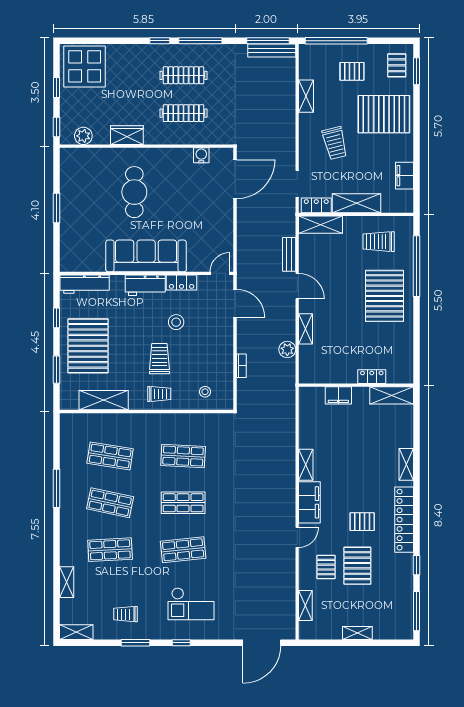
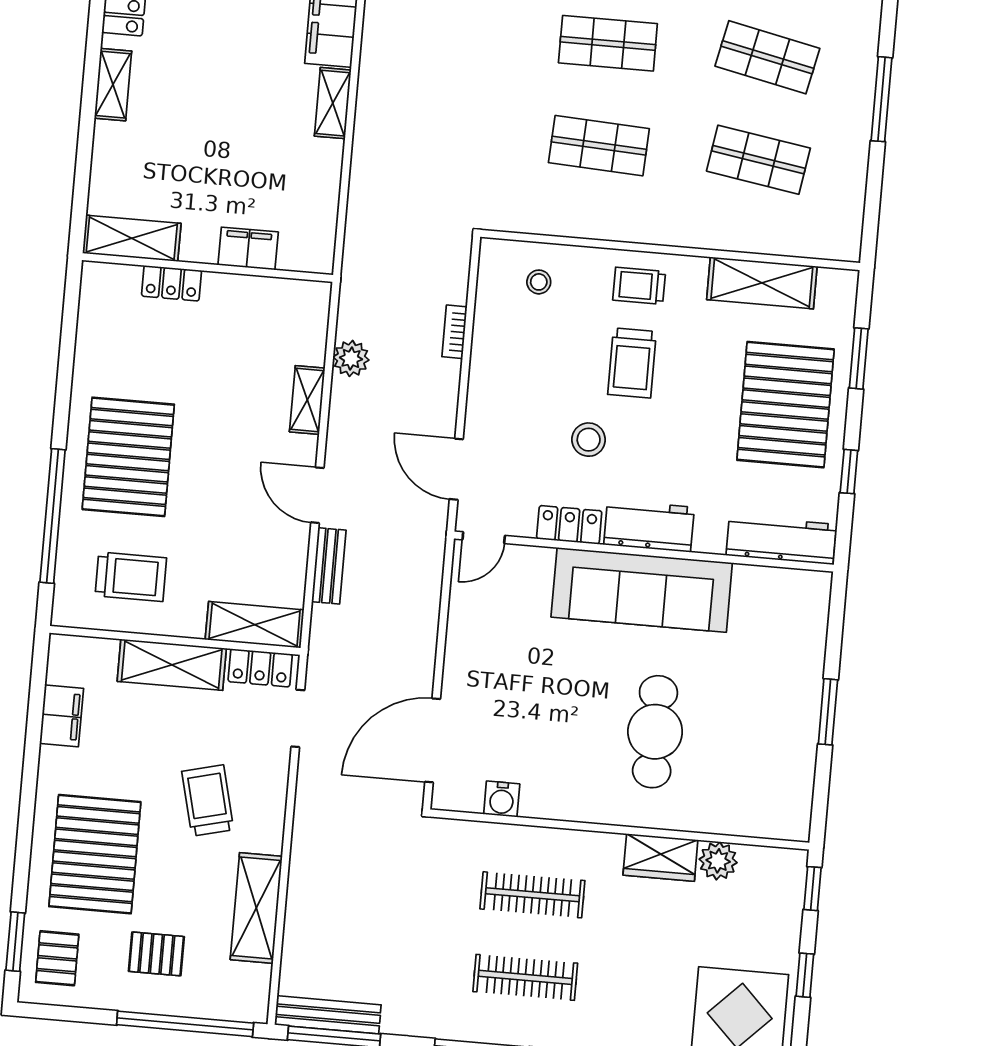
shelving: (306, 96) -> (256, 908), width x1.50, depth x1.33
pallet: (384, 114) -> (95, 854), turned 90
plant: (83, 136) -> (718, 861), moved

